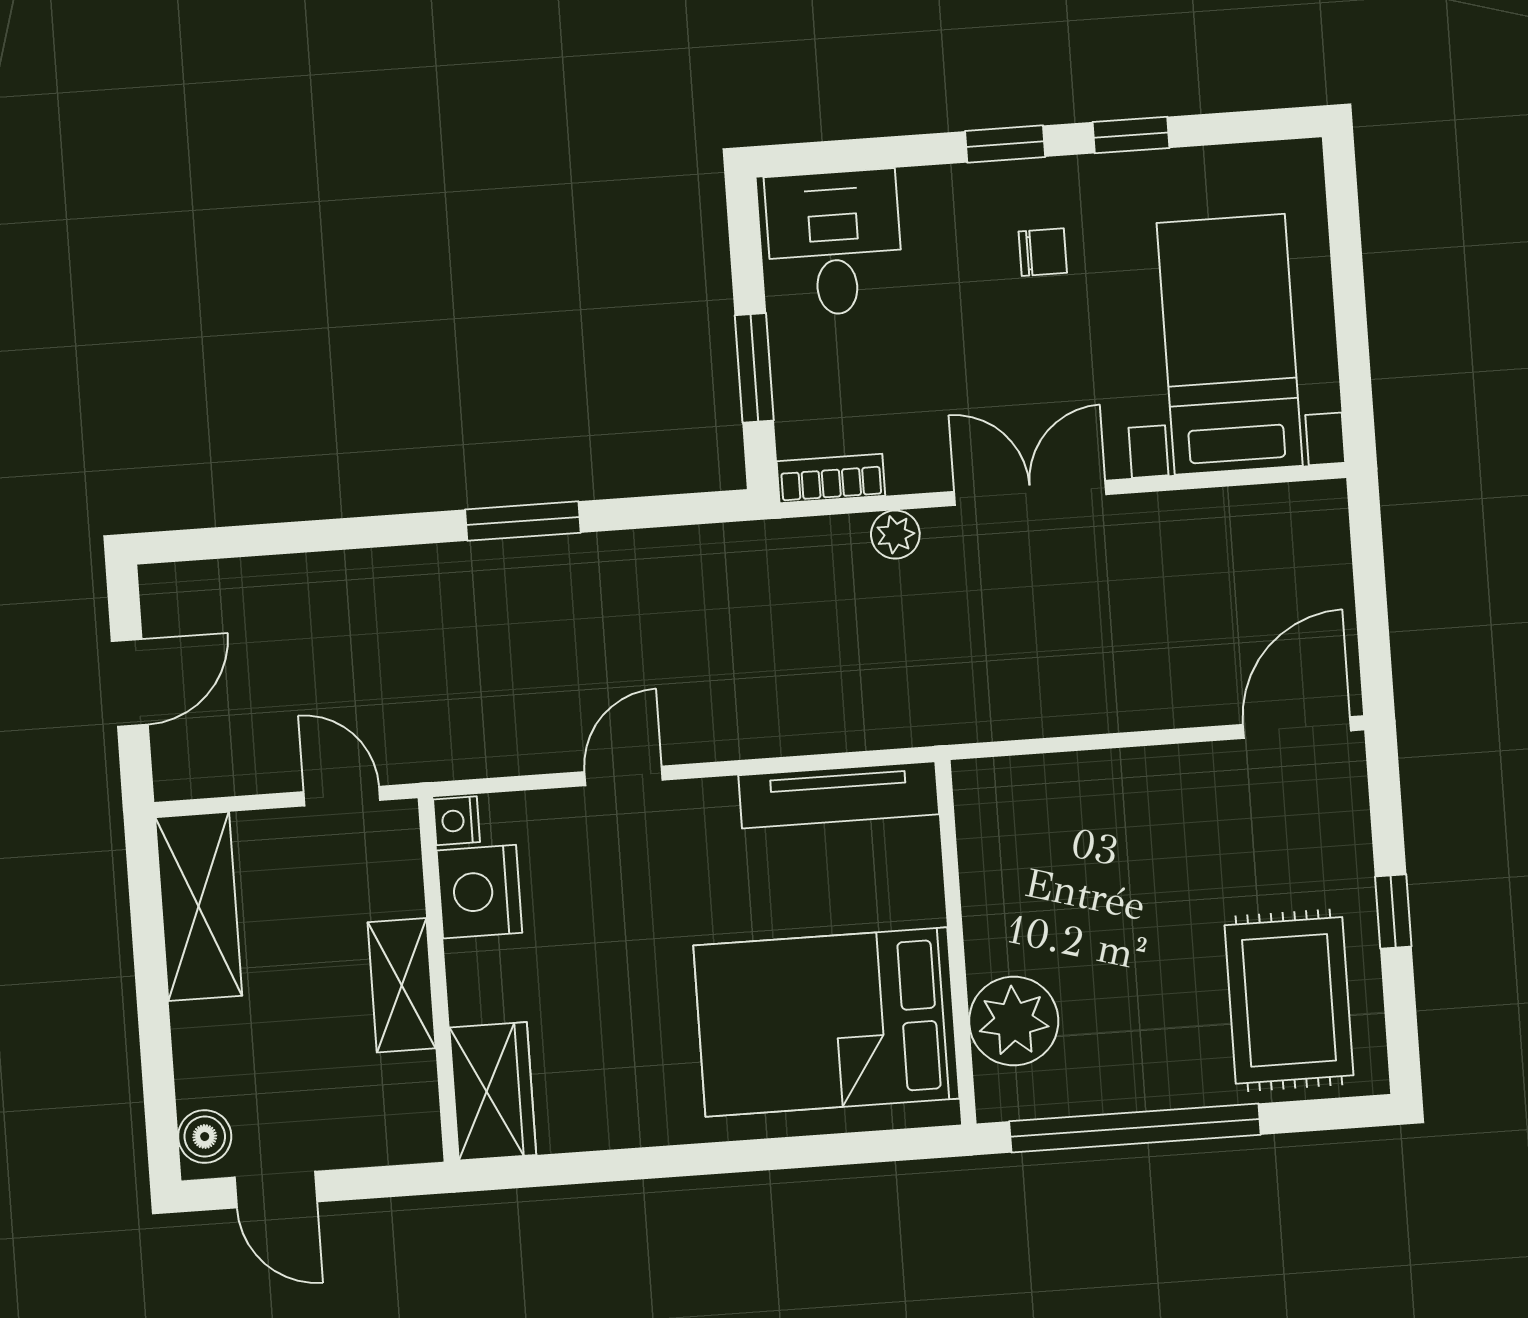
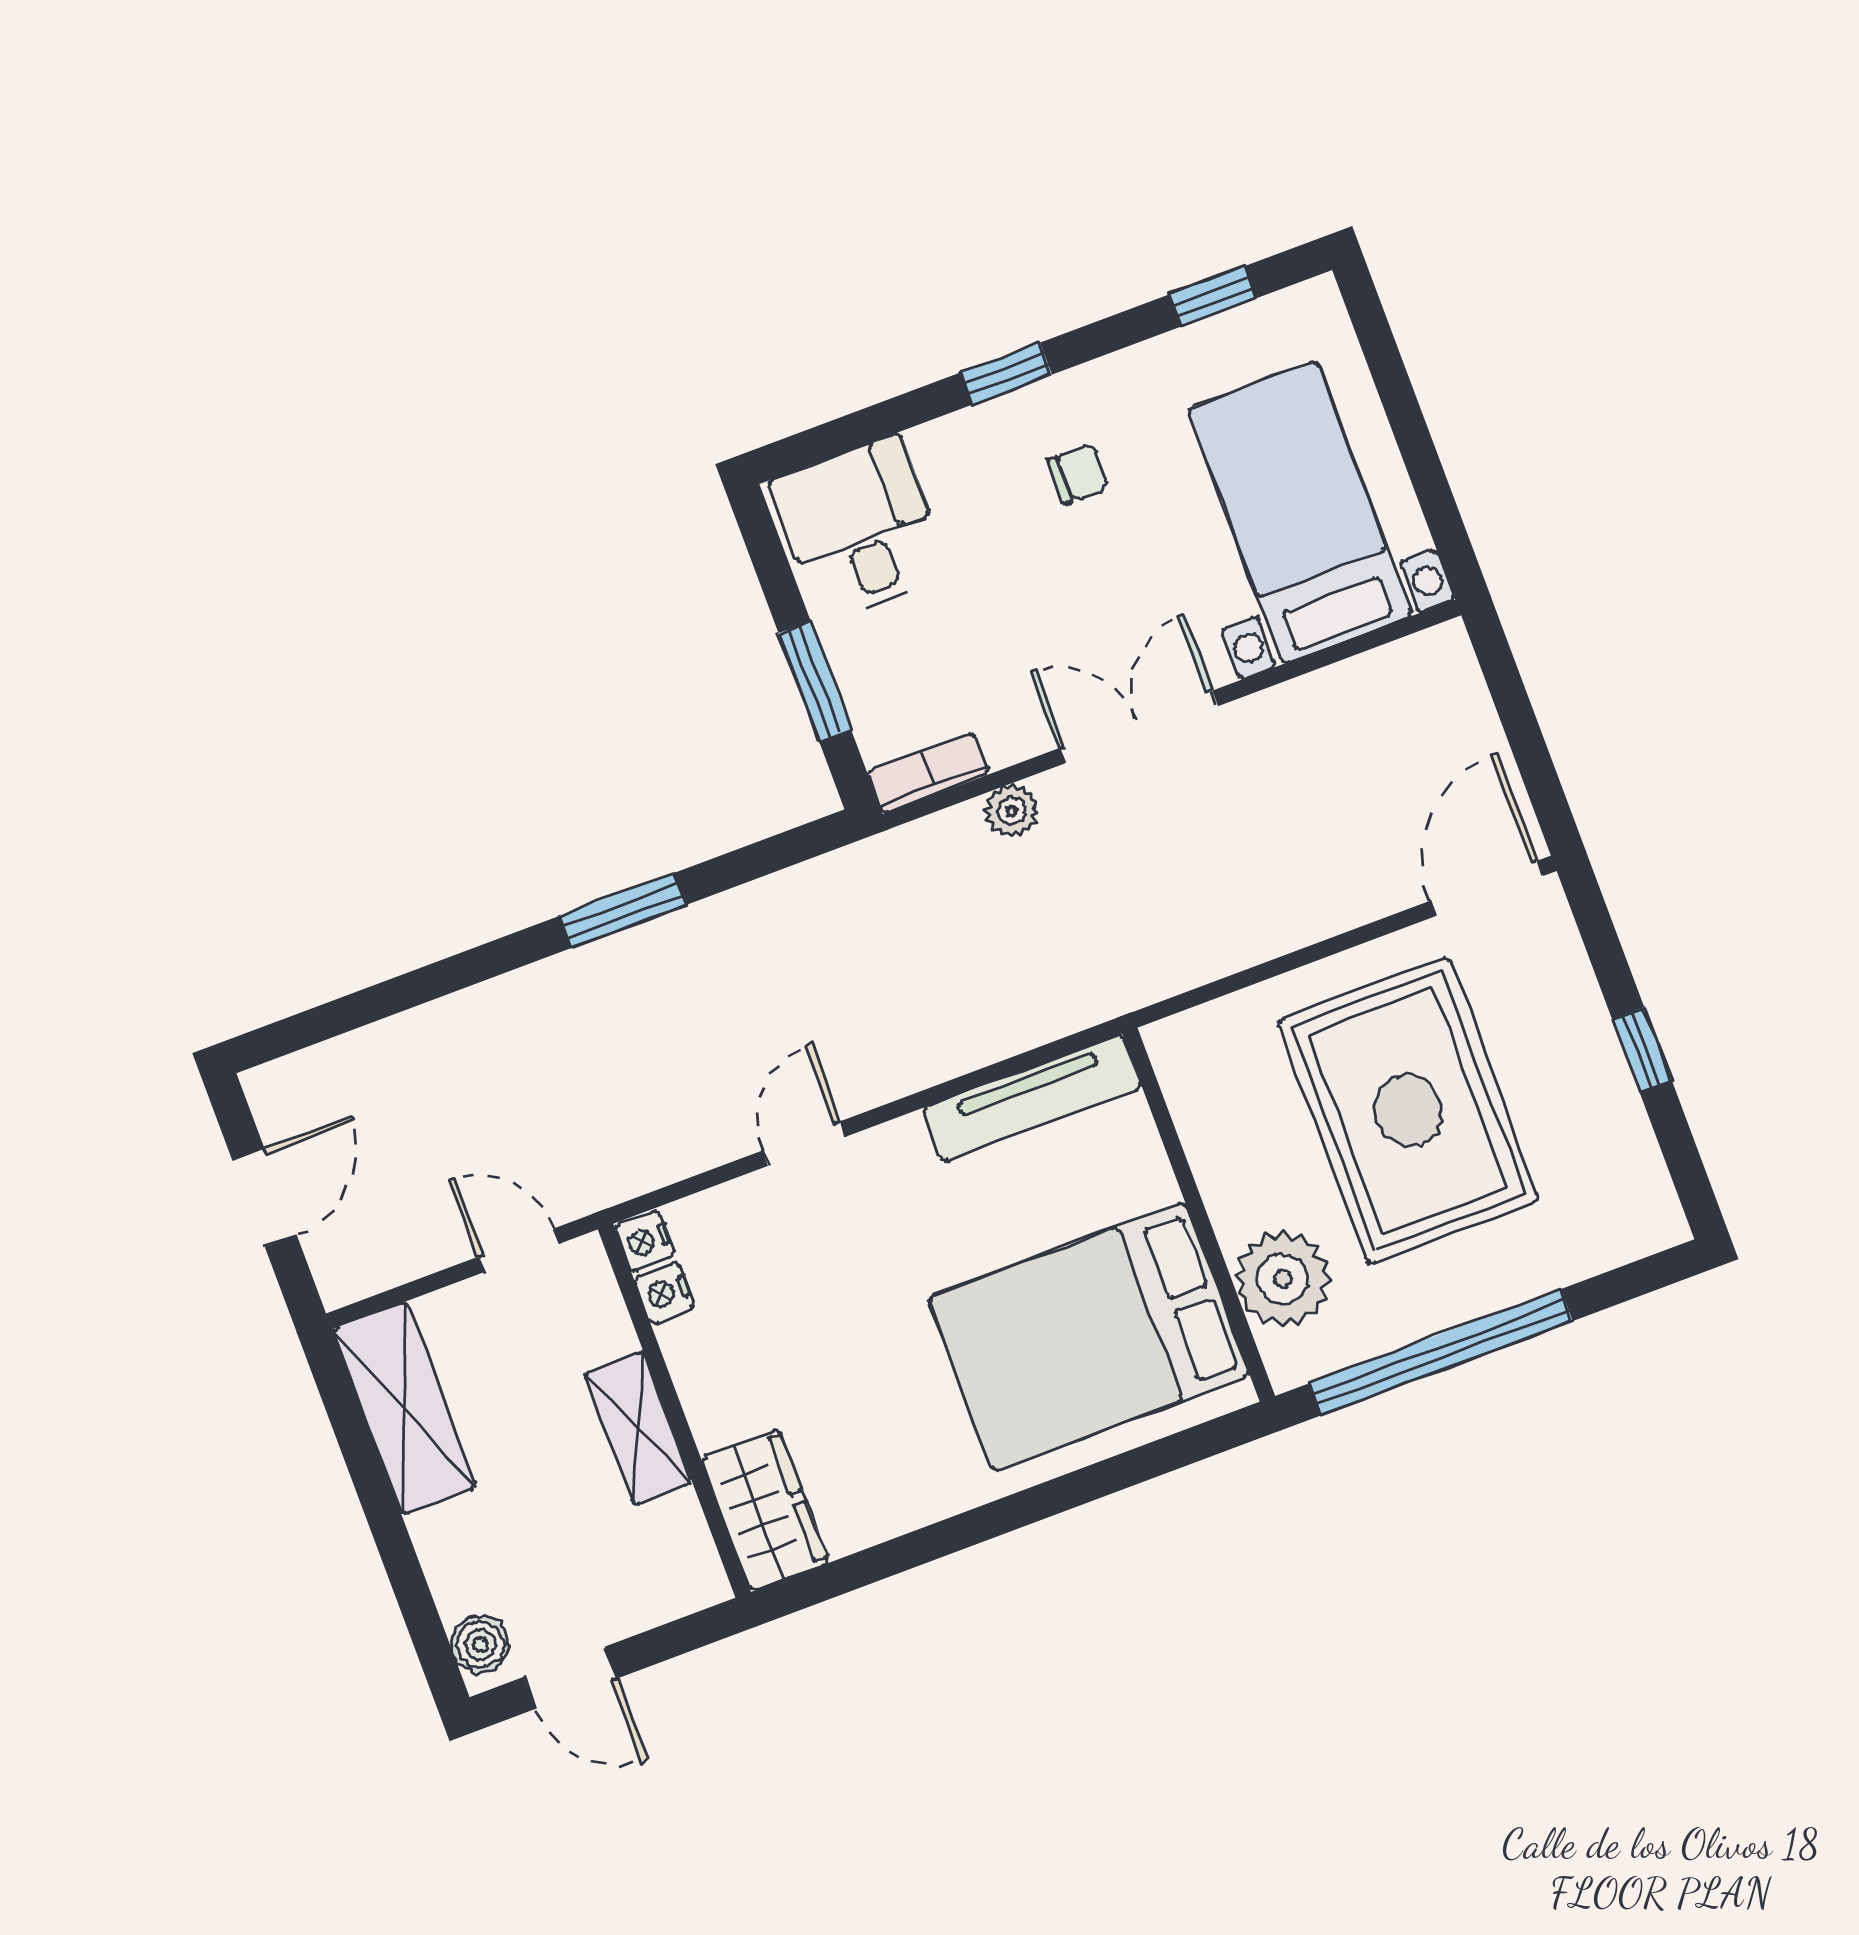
window: (1131, 135) -> (1213, 296), moved
nightstand: (479, 892) -> (665, 1293), width x0.53, depth x0.56
rug: (1289, 1000) -> (1408, 1111), moved, width x1.37, depth x1.44

